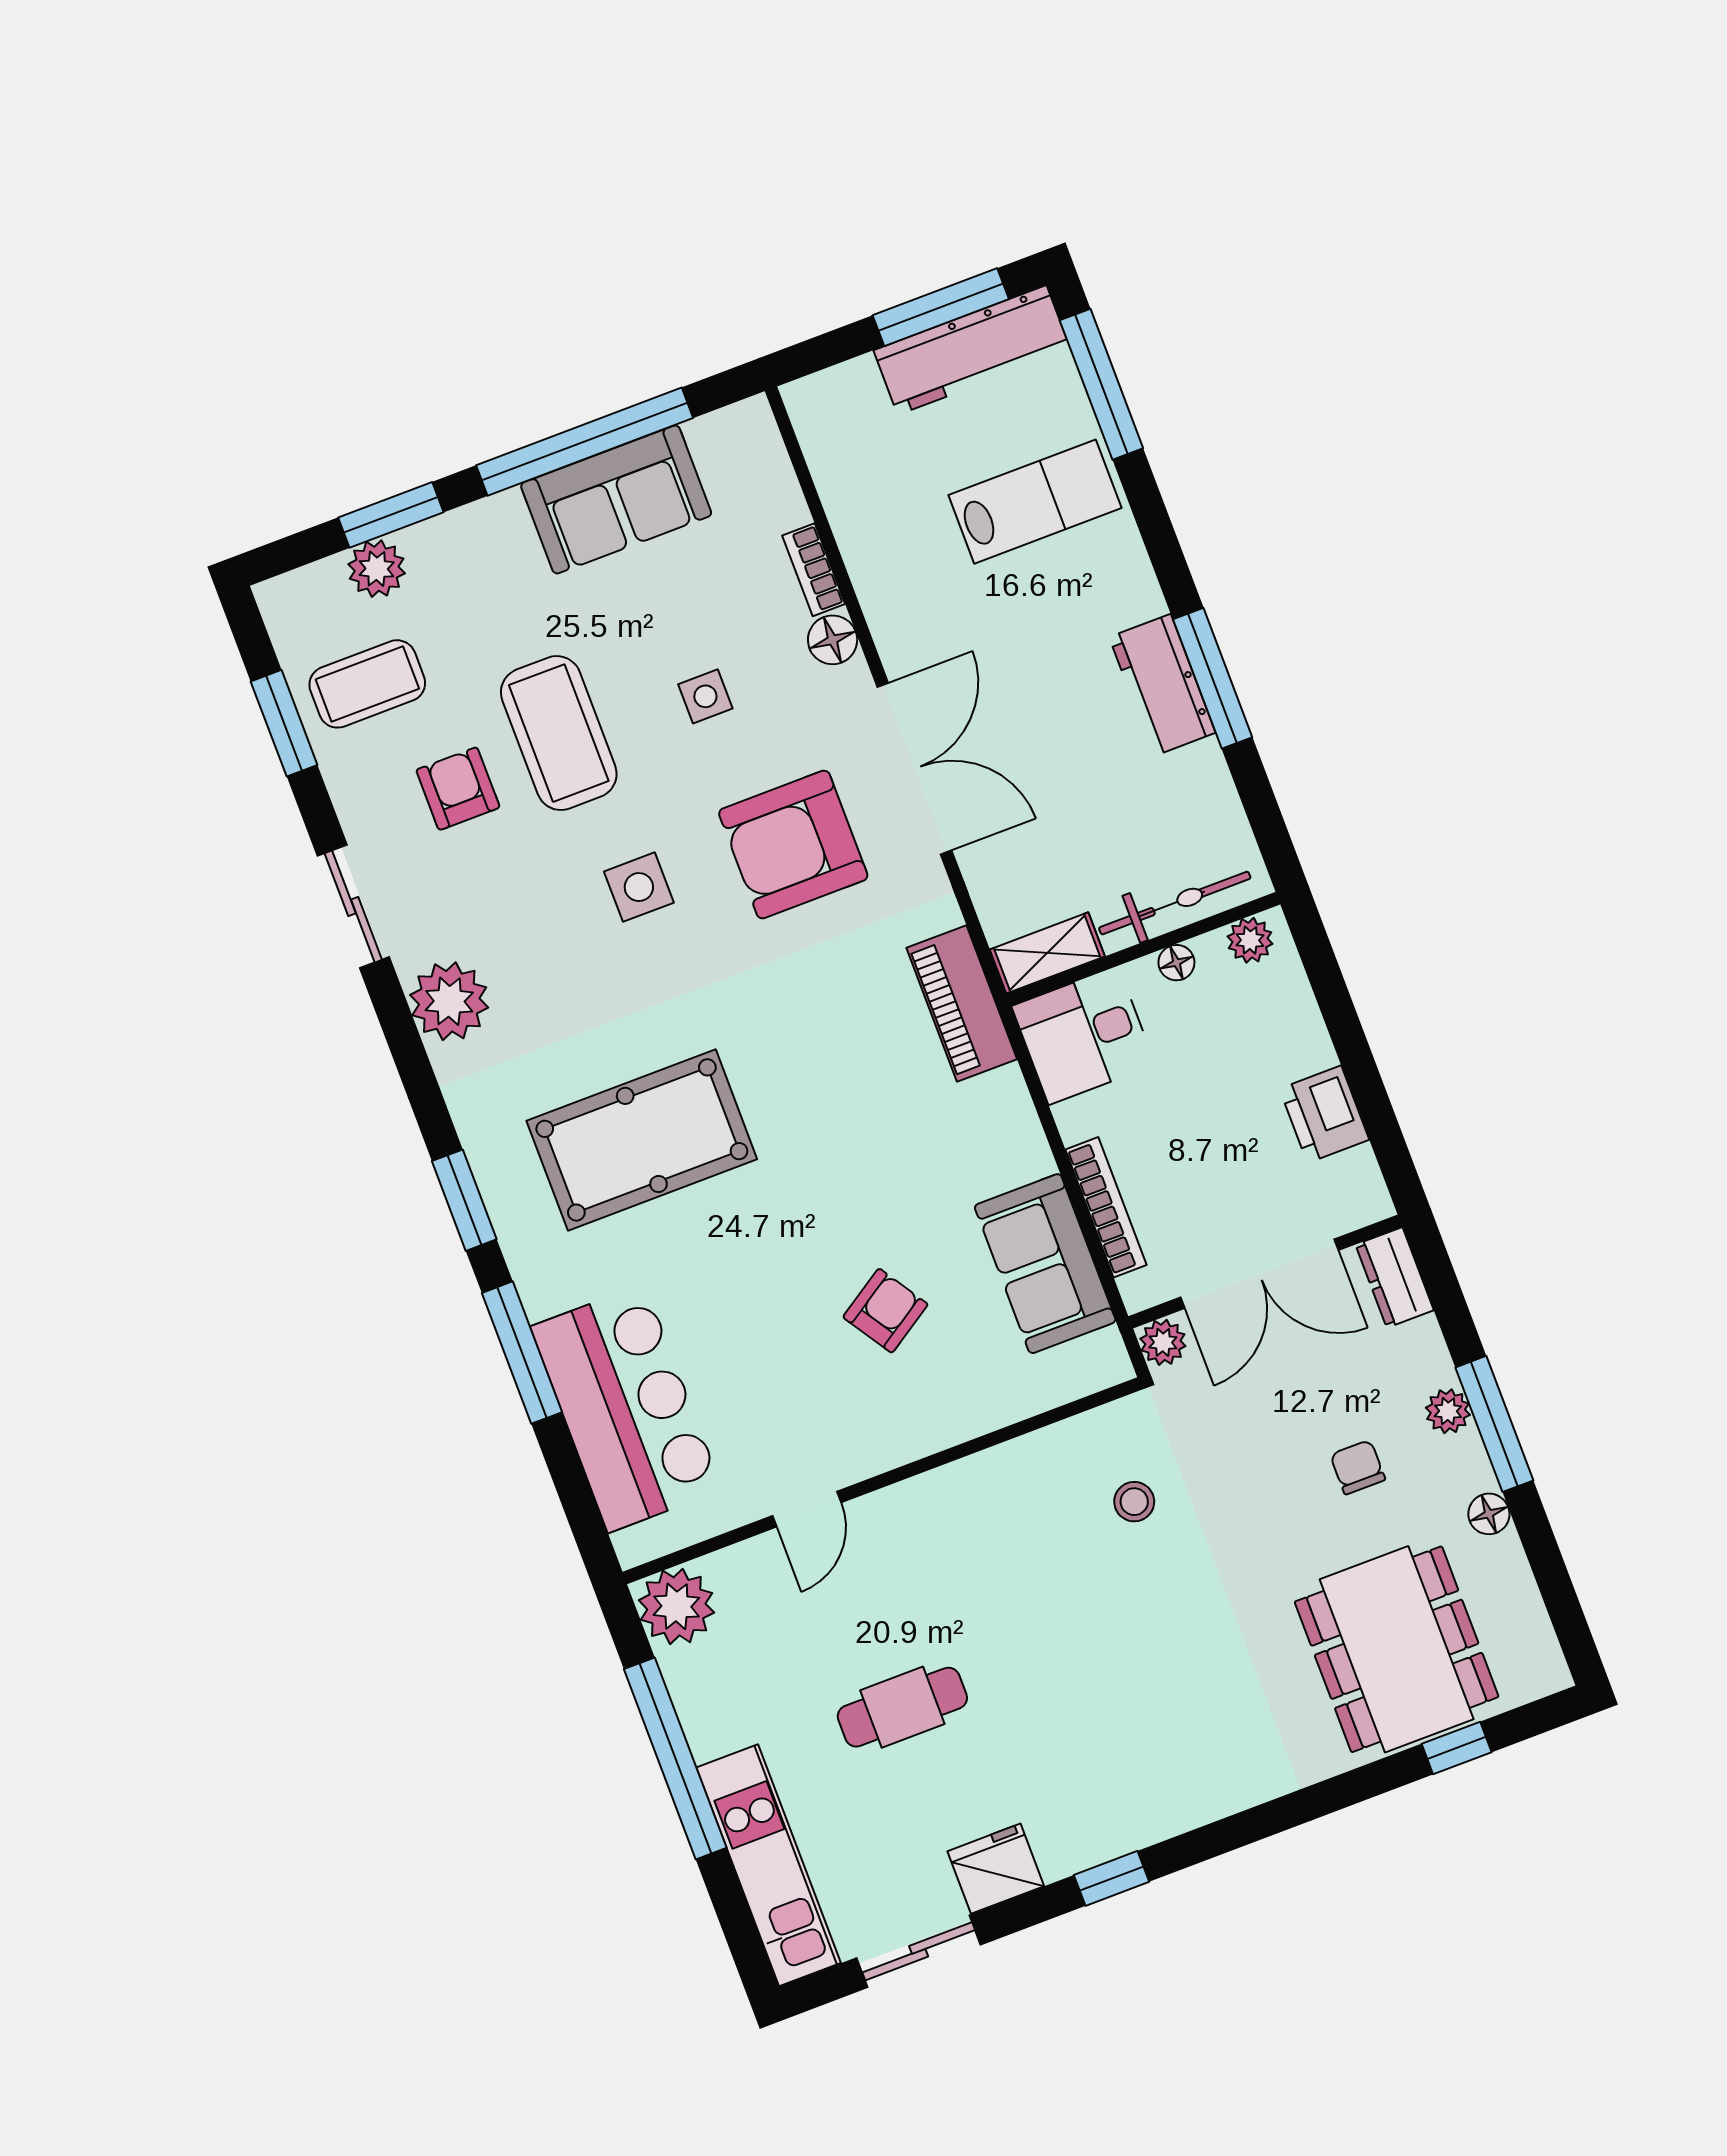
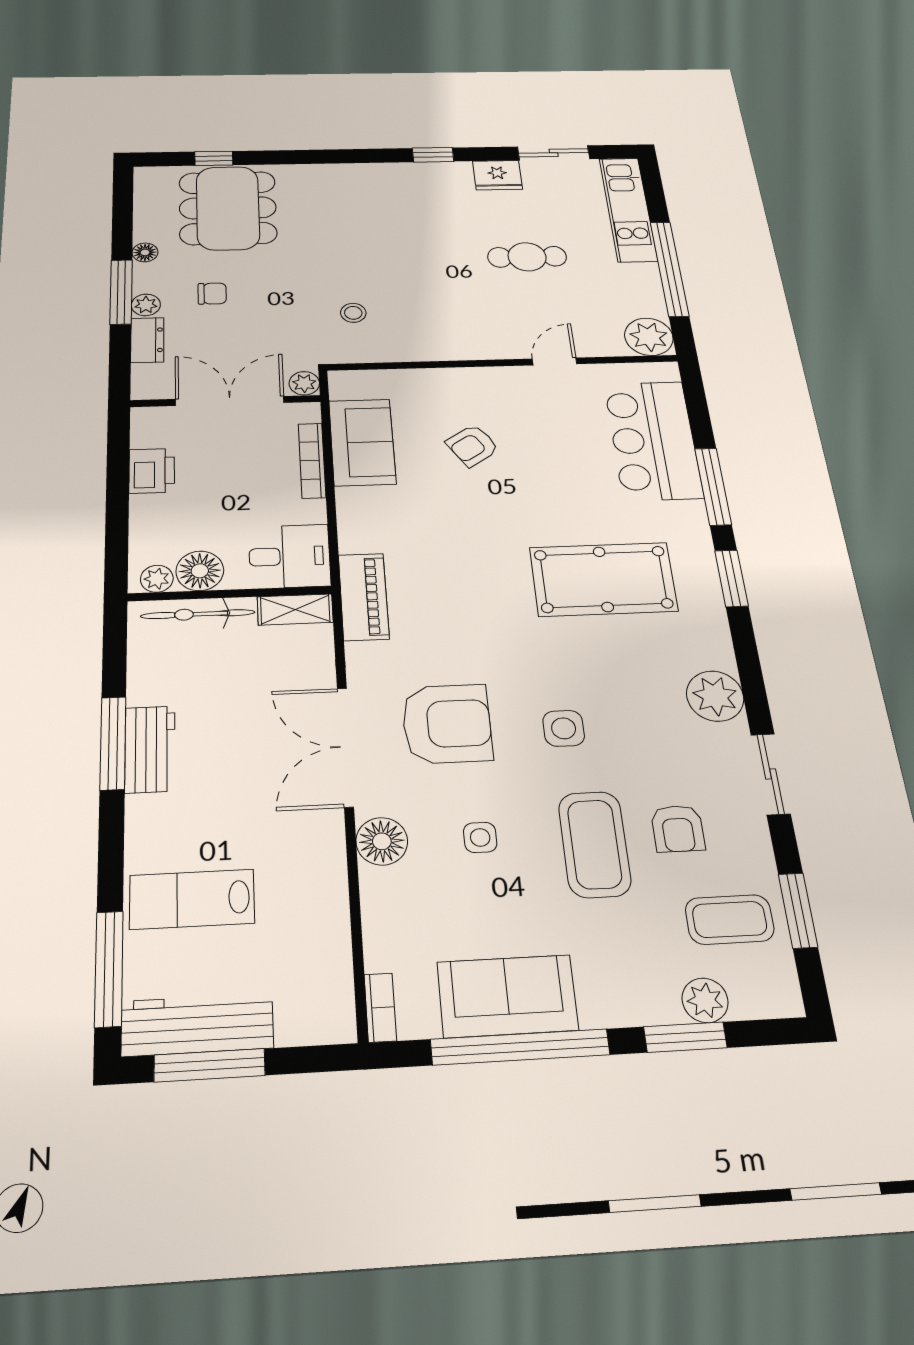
bookcase: (814, 570) -> (380, 1007), moved
floor lamp: (833, 640) -> (382, 841), width x1.38, depth x1.38
floor lamp: (1176, 963) -> (200, 571), width x1.89, depth x1.89
dresser: (1395, 1277) -> (147, 340), moved
chair: (1358, 1467) -> (212, 294), turned -90

